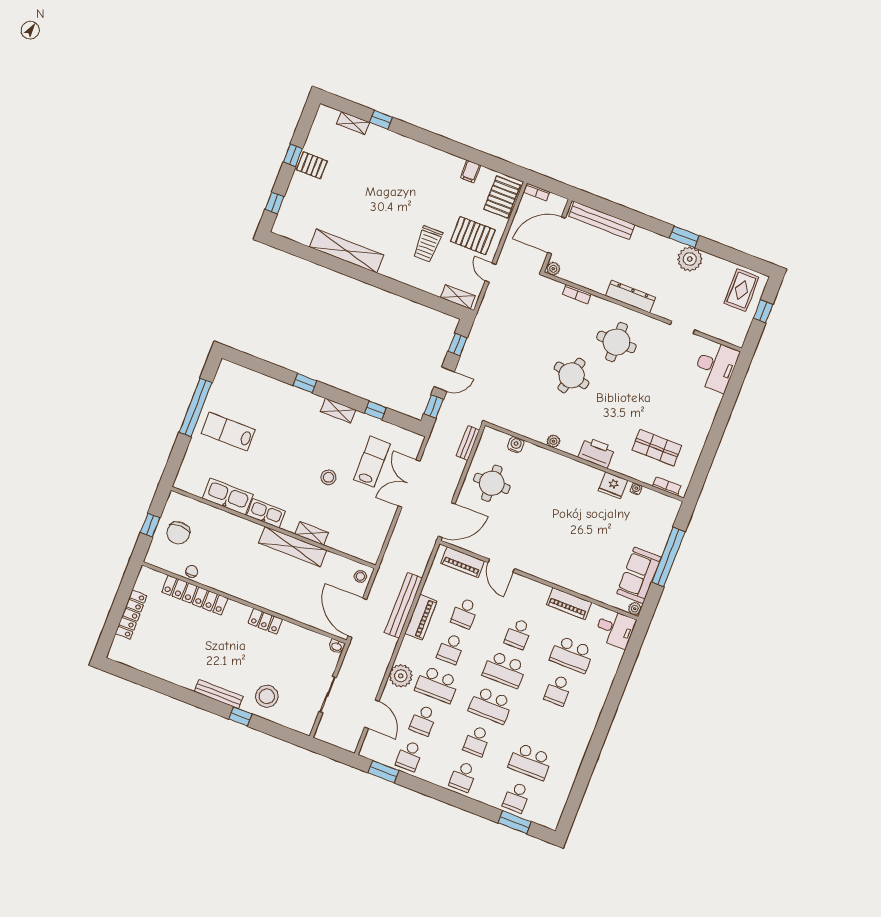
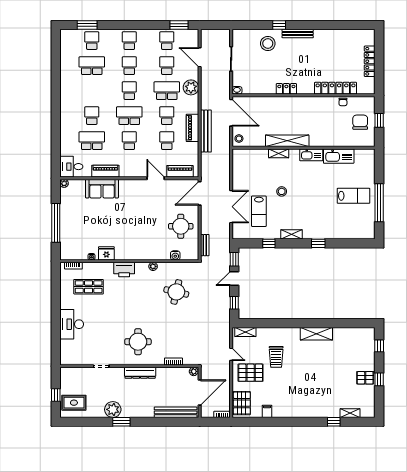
trolley: (428, 244) -> (276, 357), turned 180
shelving: (347, 251) -> (316, 334), width x0.68
rug: (742, 290) -> (74, 403), turned 90
desk: (716, 366) -> (72, 324), moved
round table: (571, 375) -> (176, 292), moved
sofa: (639, 575) -> (102, 189), moved, turned 90
school desk: (491, 705) -> (129, 91), width x0.54

